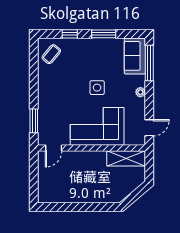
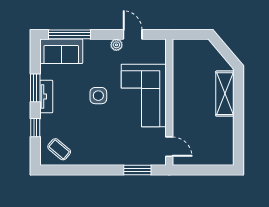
tv unit: (96, 43) -> (46, 96), added
plant: (140, 92) -> (116, 45), moved
door: (149, 128) -> (133, 34), moved
shelving: (126, 158) -> (225, 94), moved

